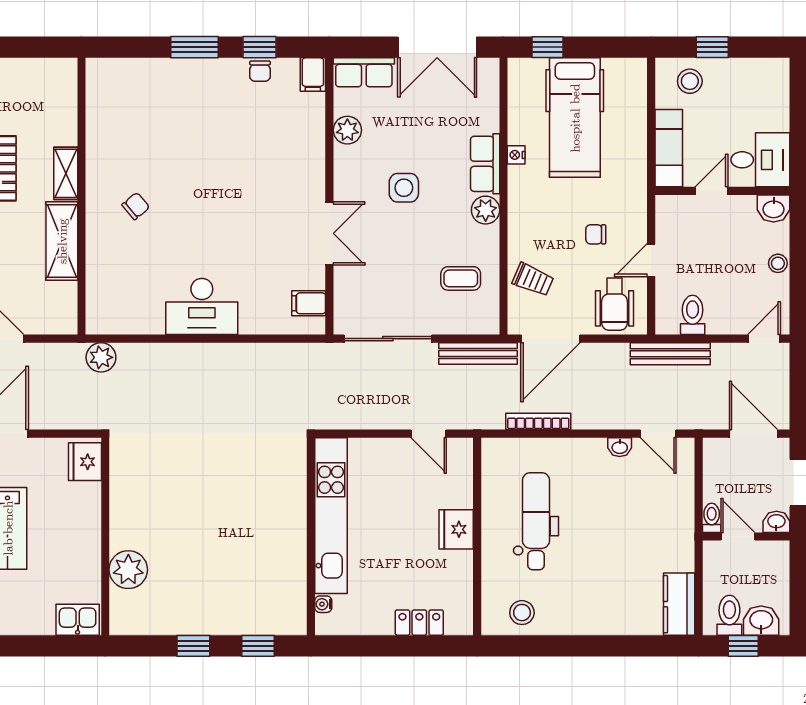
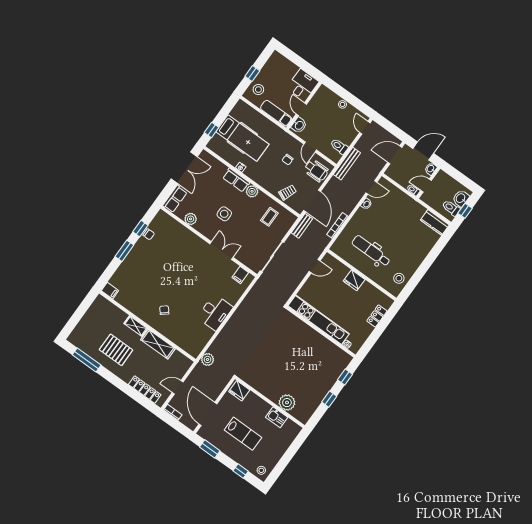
filing cabinet: (313, 75) -> (110, 291), moved
washbasin: (774, 209) -> (299, 125), moved
bench: (478, 354) -> (302, 226), width x0.73
kitchen sink: (78, 620) -> (277, 417), moved, turned -90

